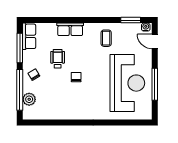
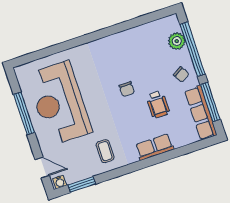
row of seats: (29, 36) -> (201, 113), width x1.48

